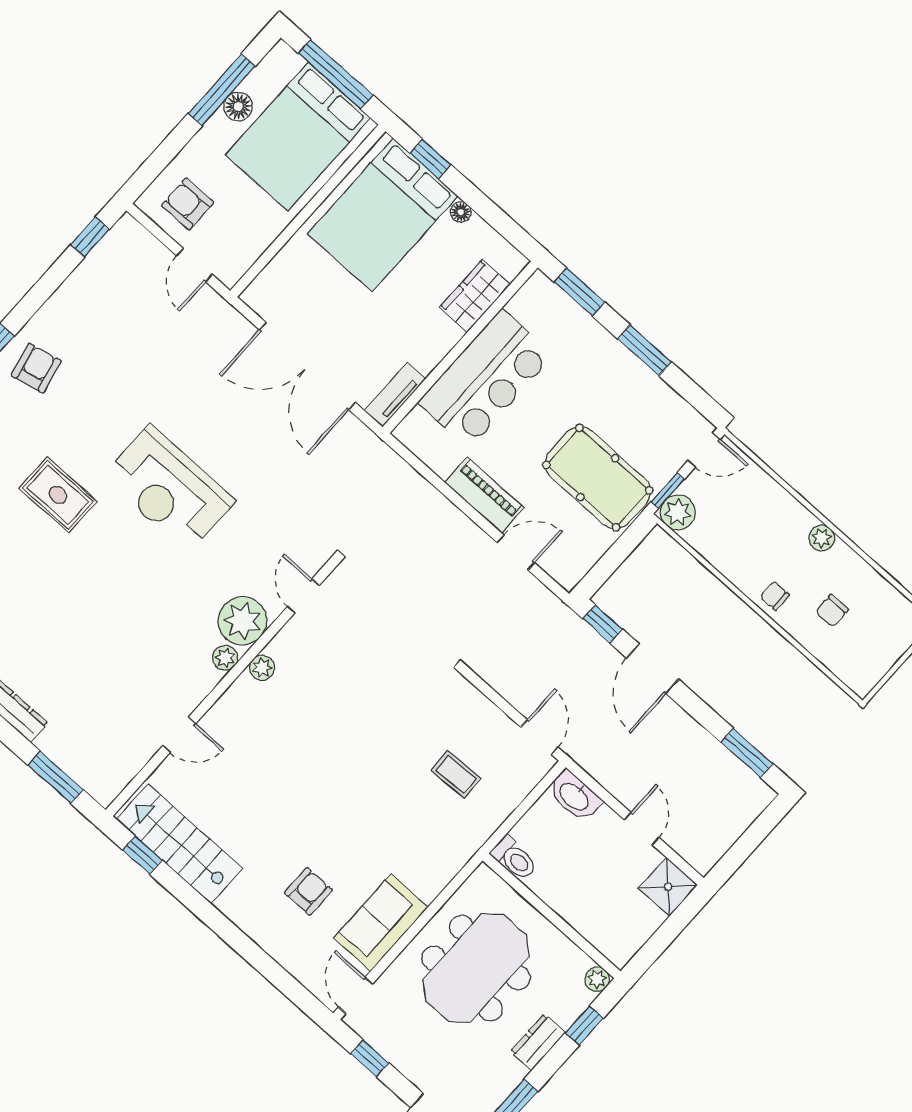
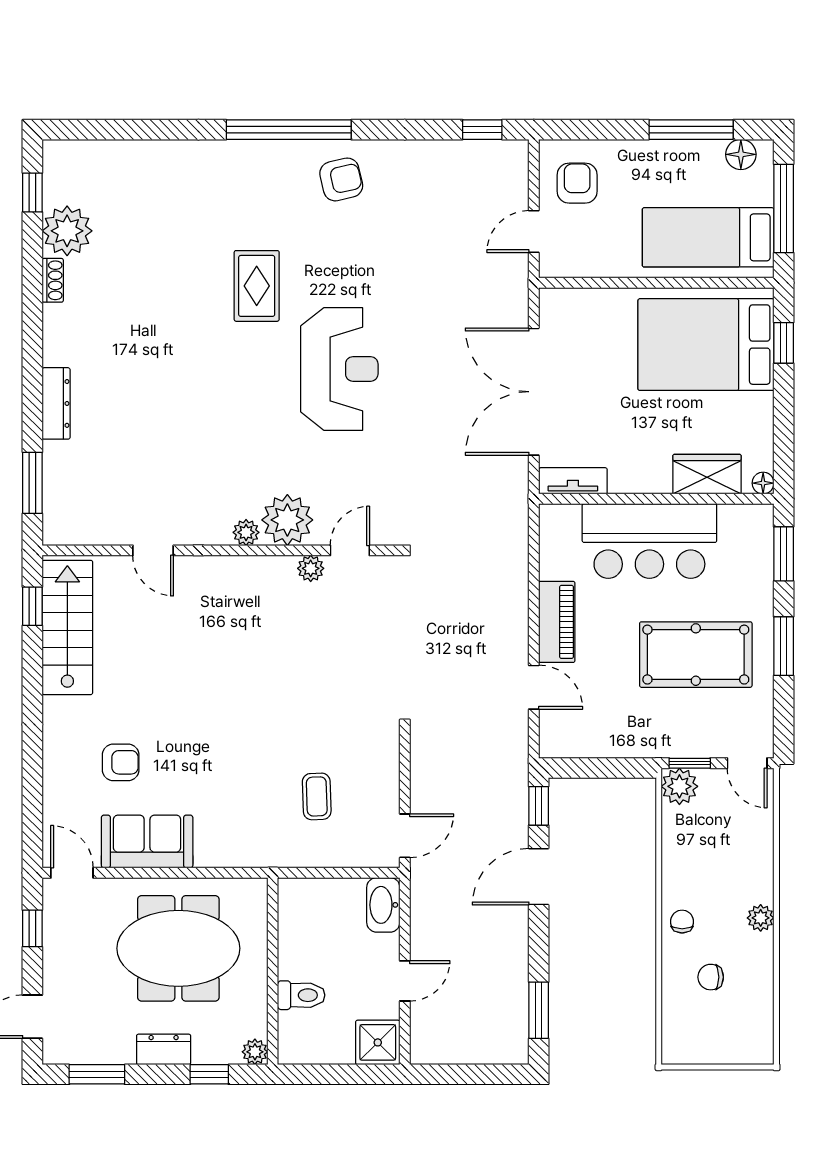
floor lamp: (238, 107) -> (741, 154), moved
bed: (298, 136) -> (708, 237), width x0.67
floor lamp: (461, 212) -> (763, 483), moved
pool table: (598, 478) -> (696, 655), moved, turned 90
reception desk: (169, 489) -> (339, 369), turned 180
plant: (262, 668) -> (311, 568), moved
toilet: (514, 858) -> (301, 995), moved, turned -90
door: (355, 995) -> (72, 873), hinge flipped

